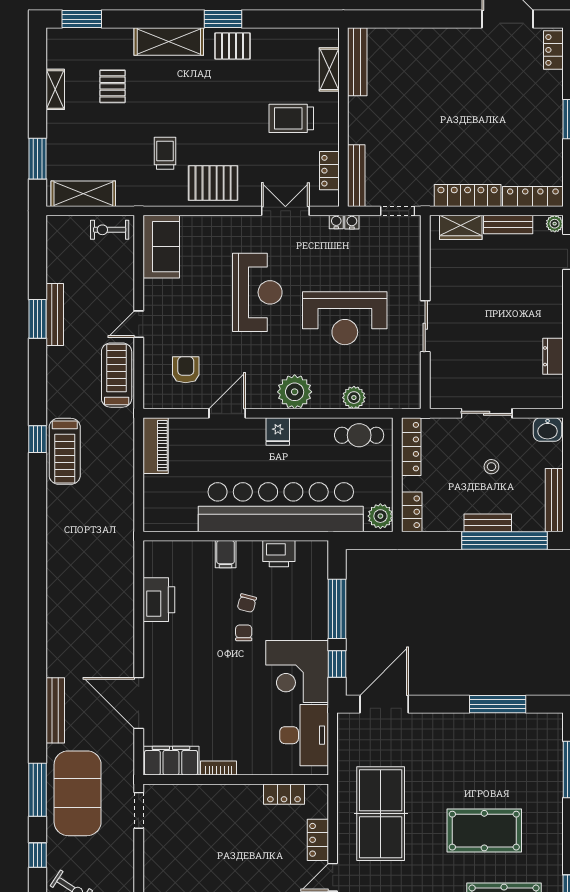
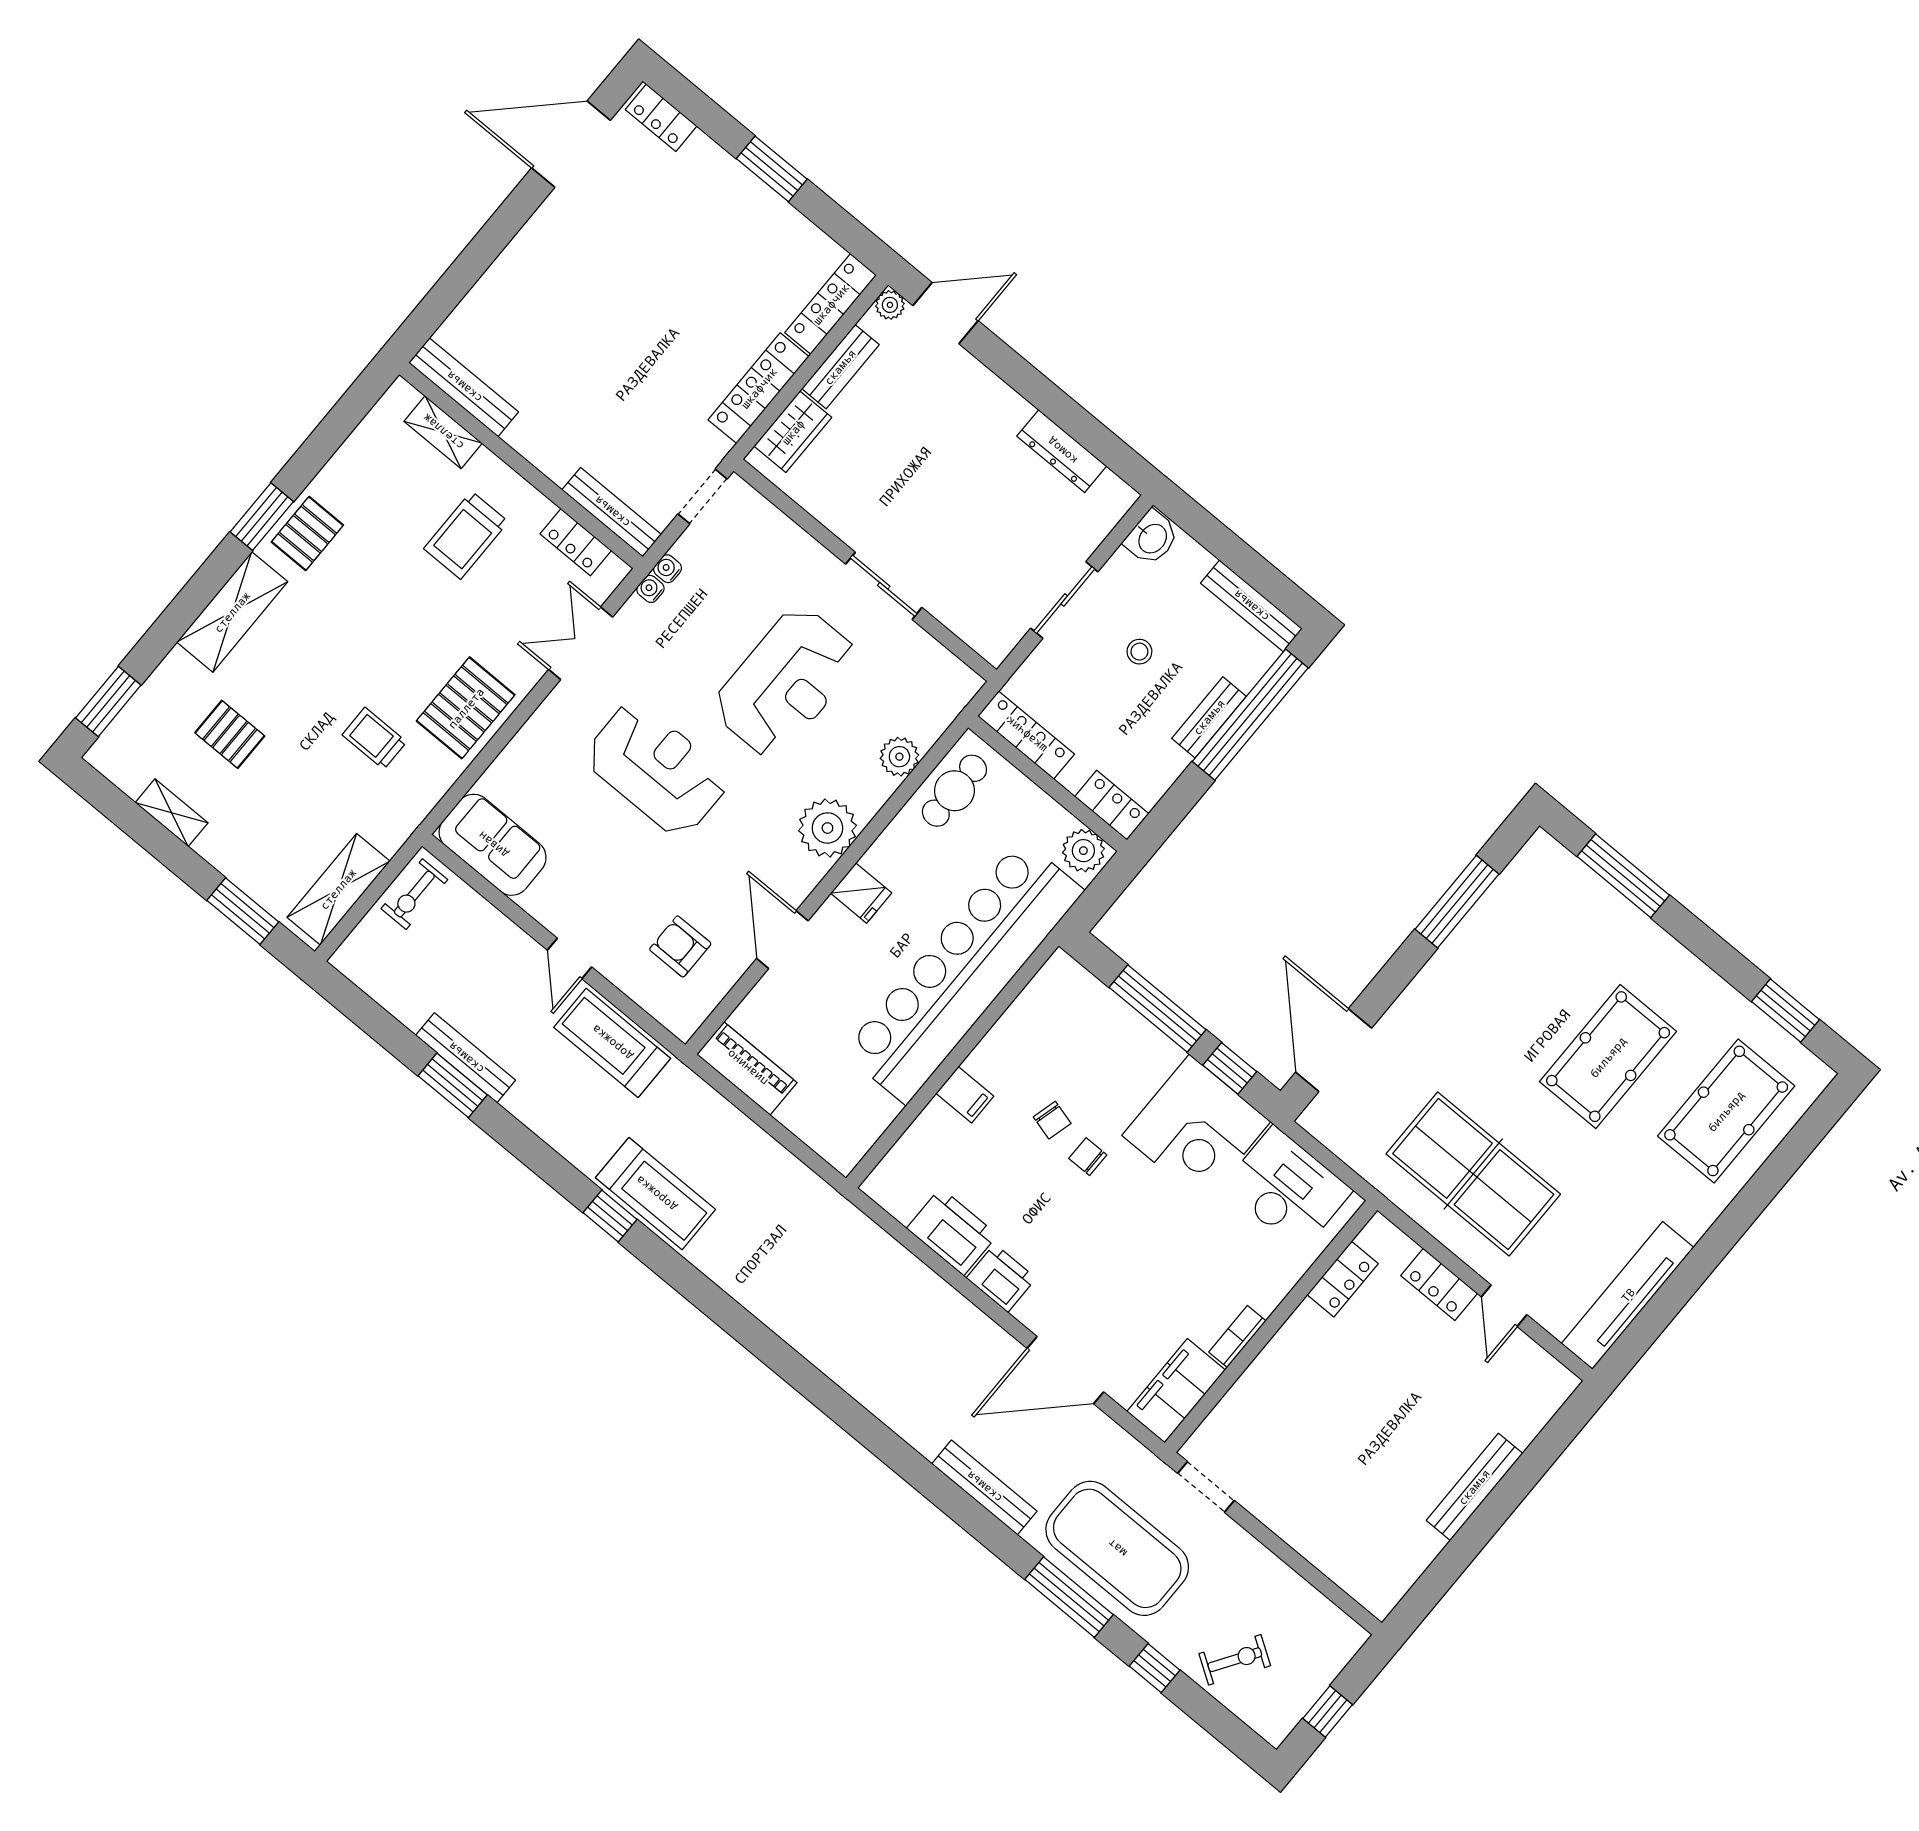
dresser: (553, 356) -> (1062, 451), width x1.44
printer: (279, 554) -> (1001, 1278), moved, turned -90

